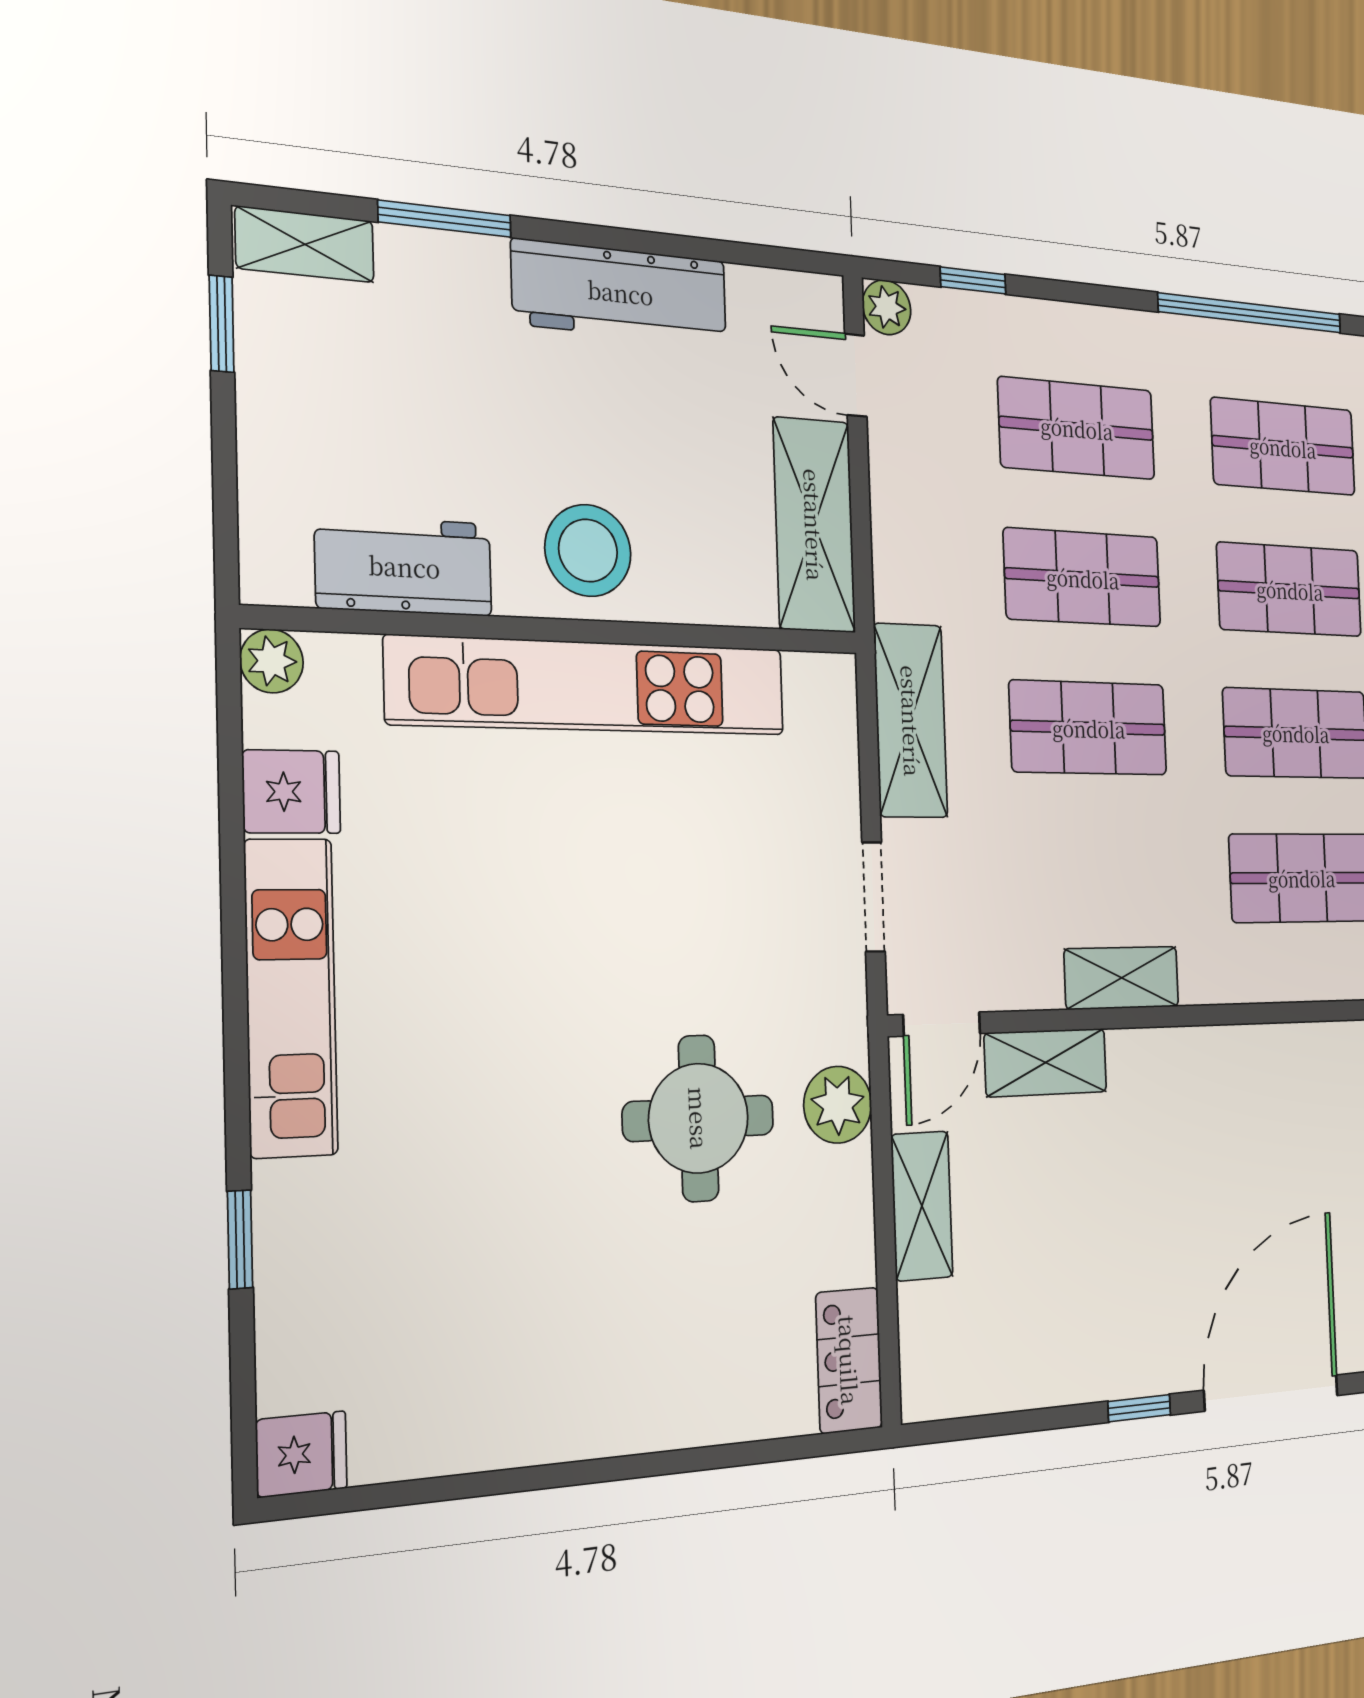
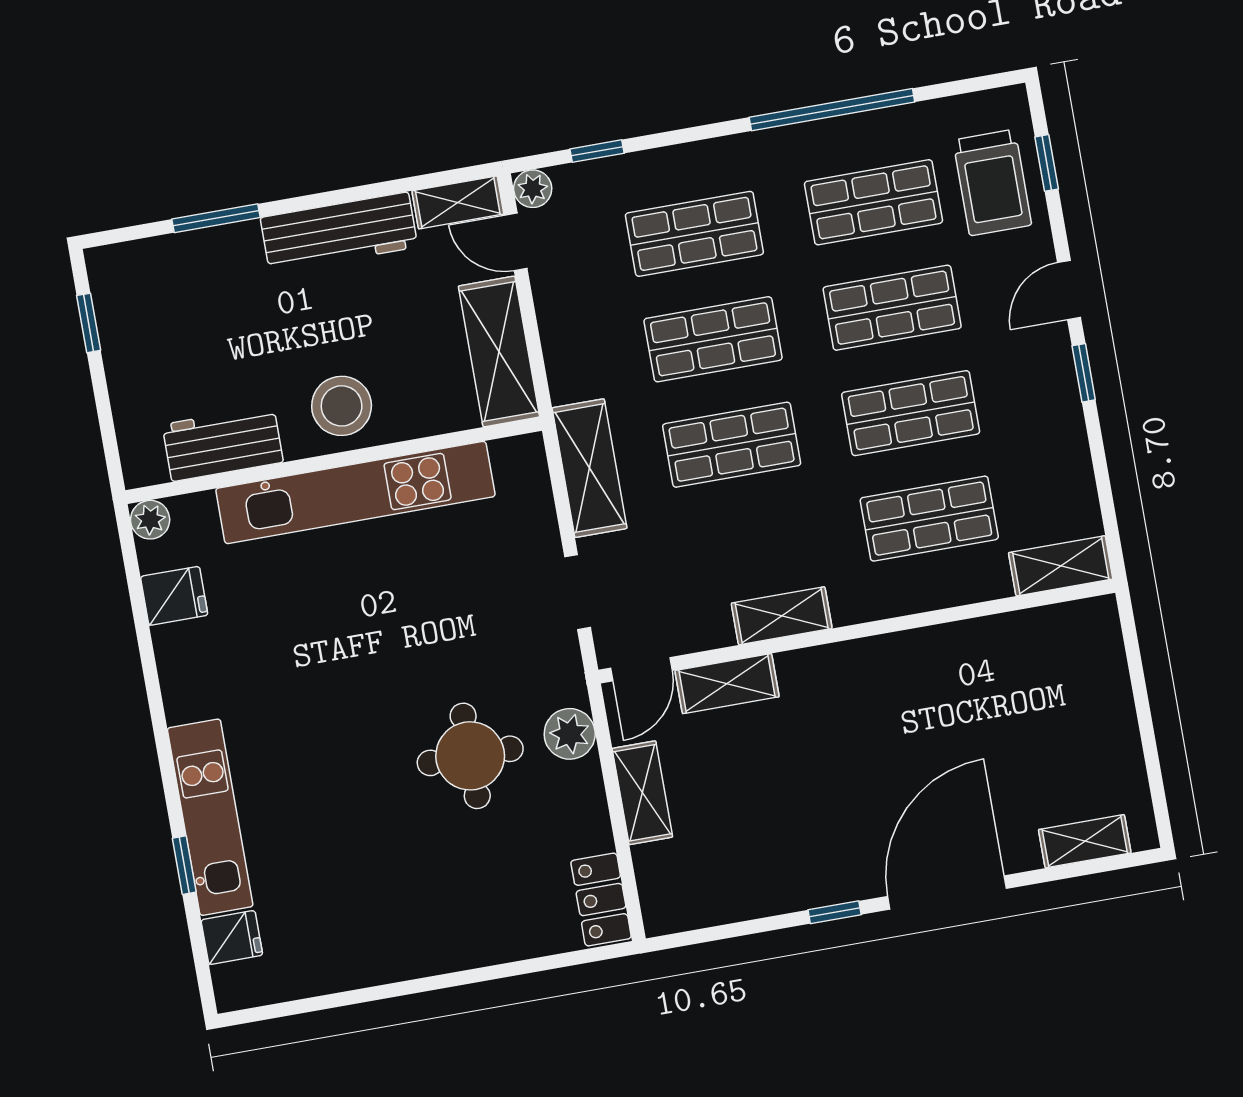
shelving: (305, 244) -> (458, 202), moved
kitchen unit: (291, 997) -> (210, 817), moved
fridge: (301, 1454) -> (232, 937), moved

